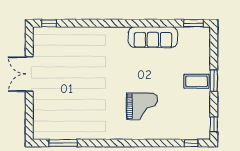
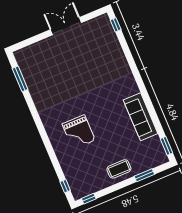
coffee table: (197, 81) -> (119, 169), turned 90
window: (214, 81) -> (144, 175), moved

